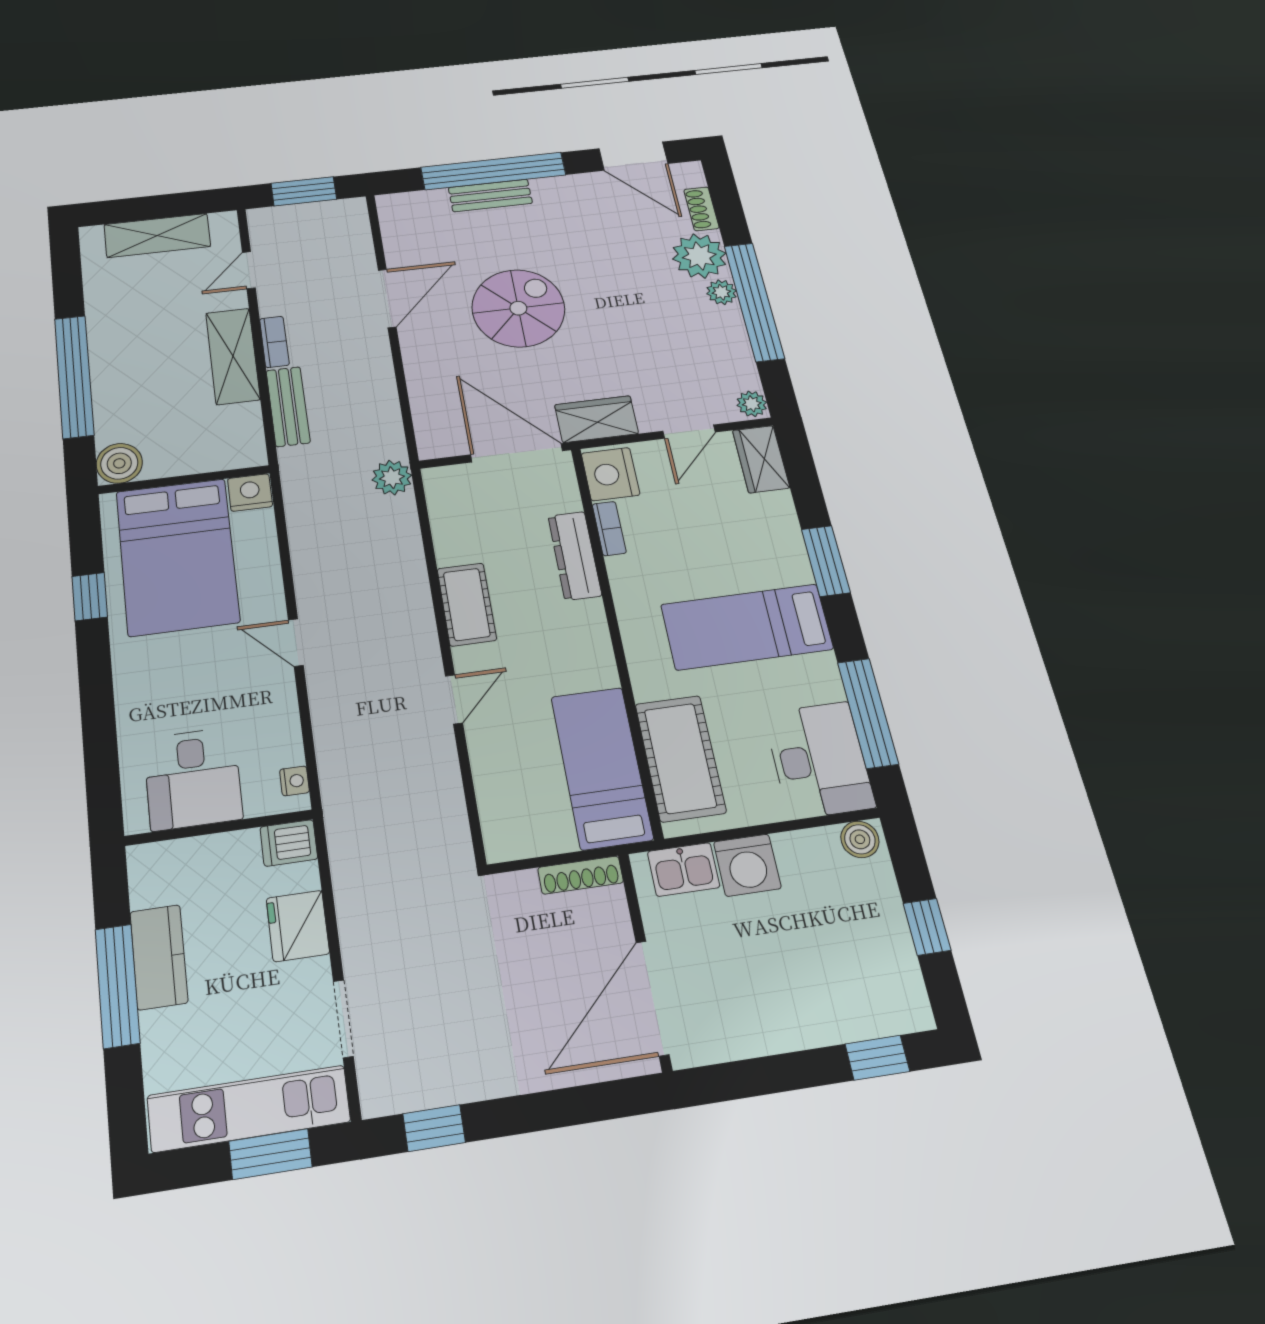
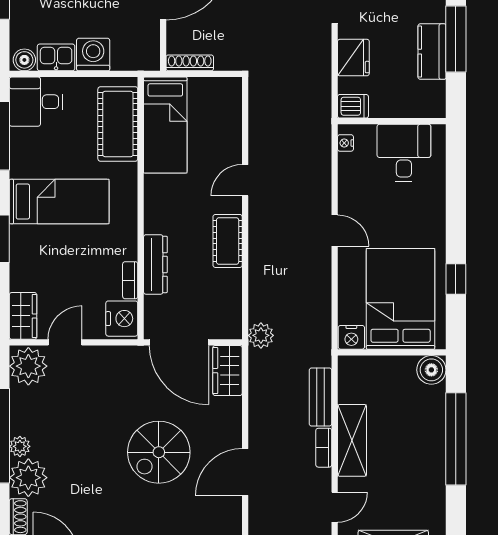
plant: (752, 404) -> (28, 366), width x1.88, depth x1.88
wardrobe: (597, 419) -> (227, 371), moved, turned 90
desk: (819, 760) -> (36, 102), width x0.73
kitchen sink: (684, 869) -> (56, 57), moved

